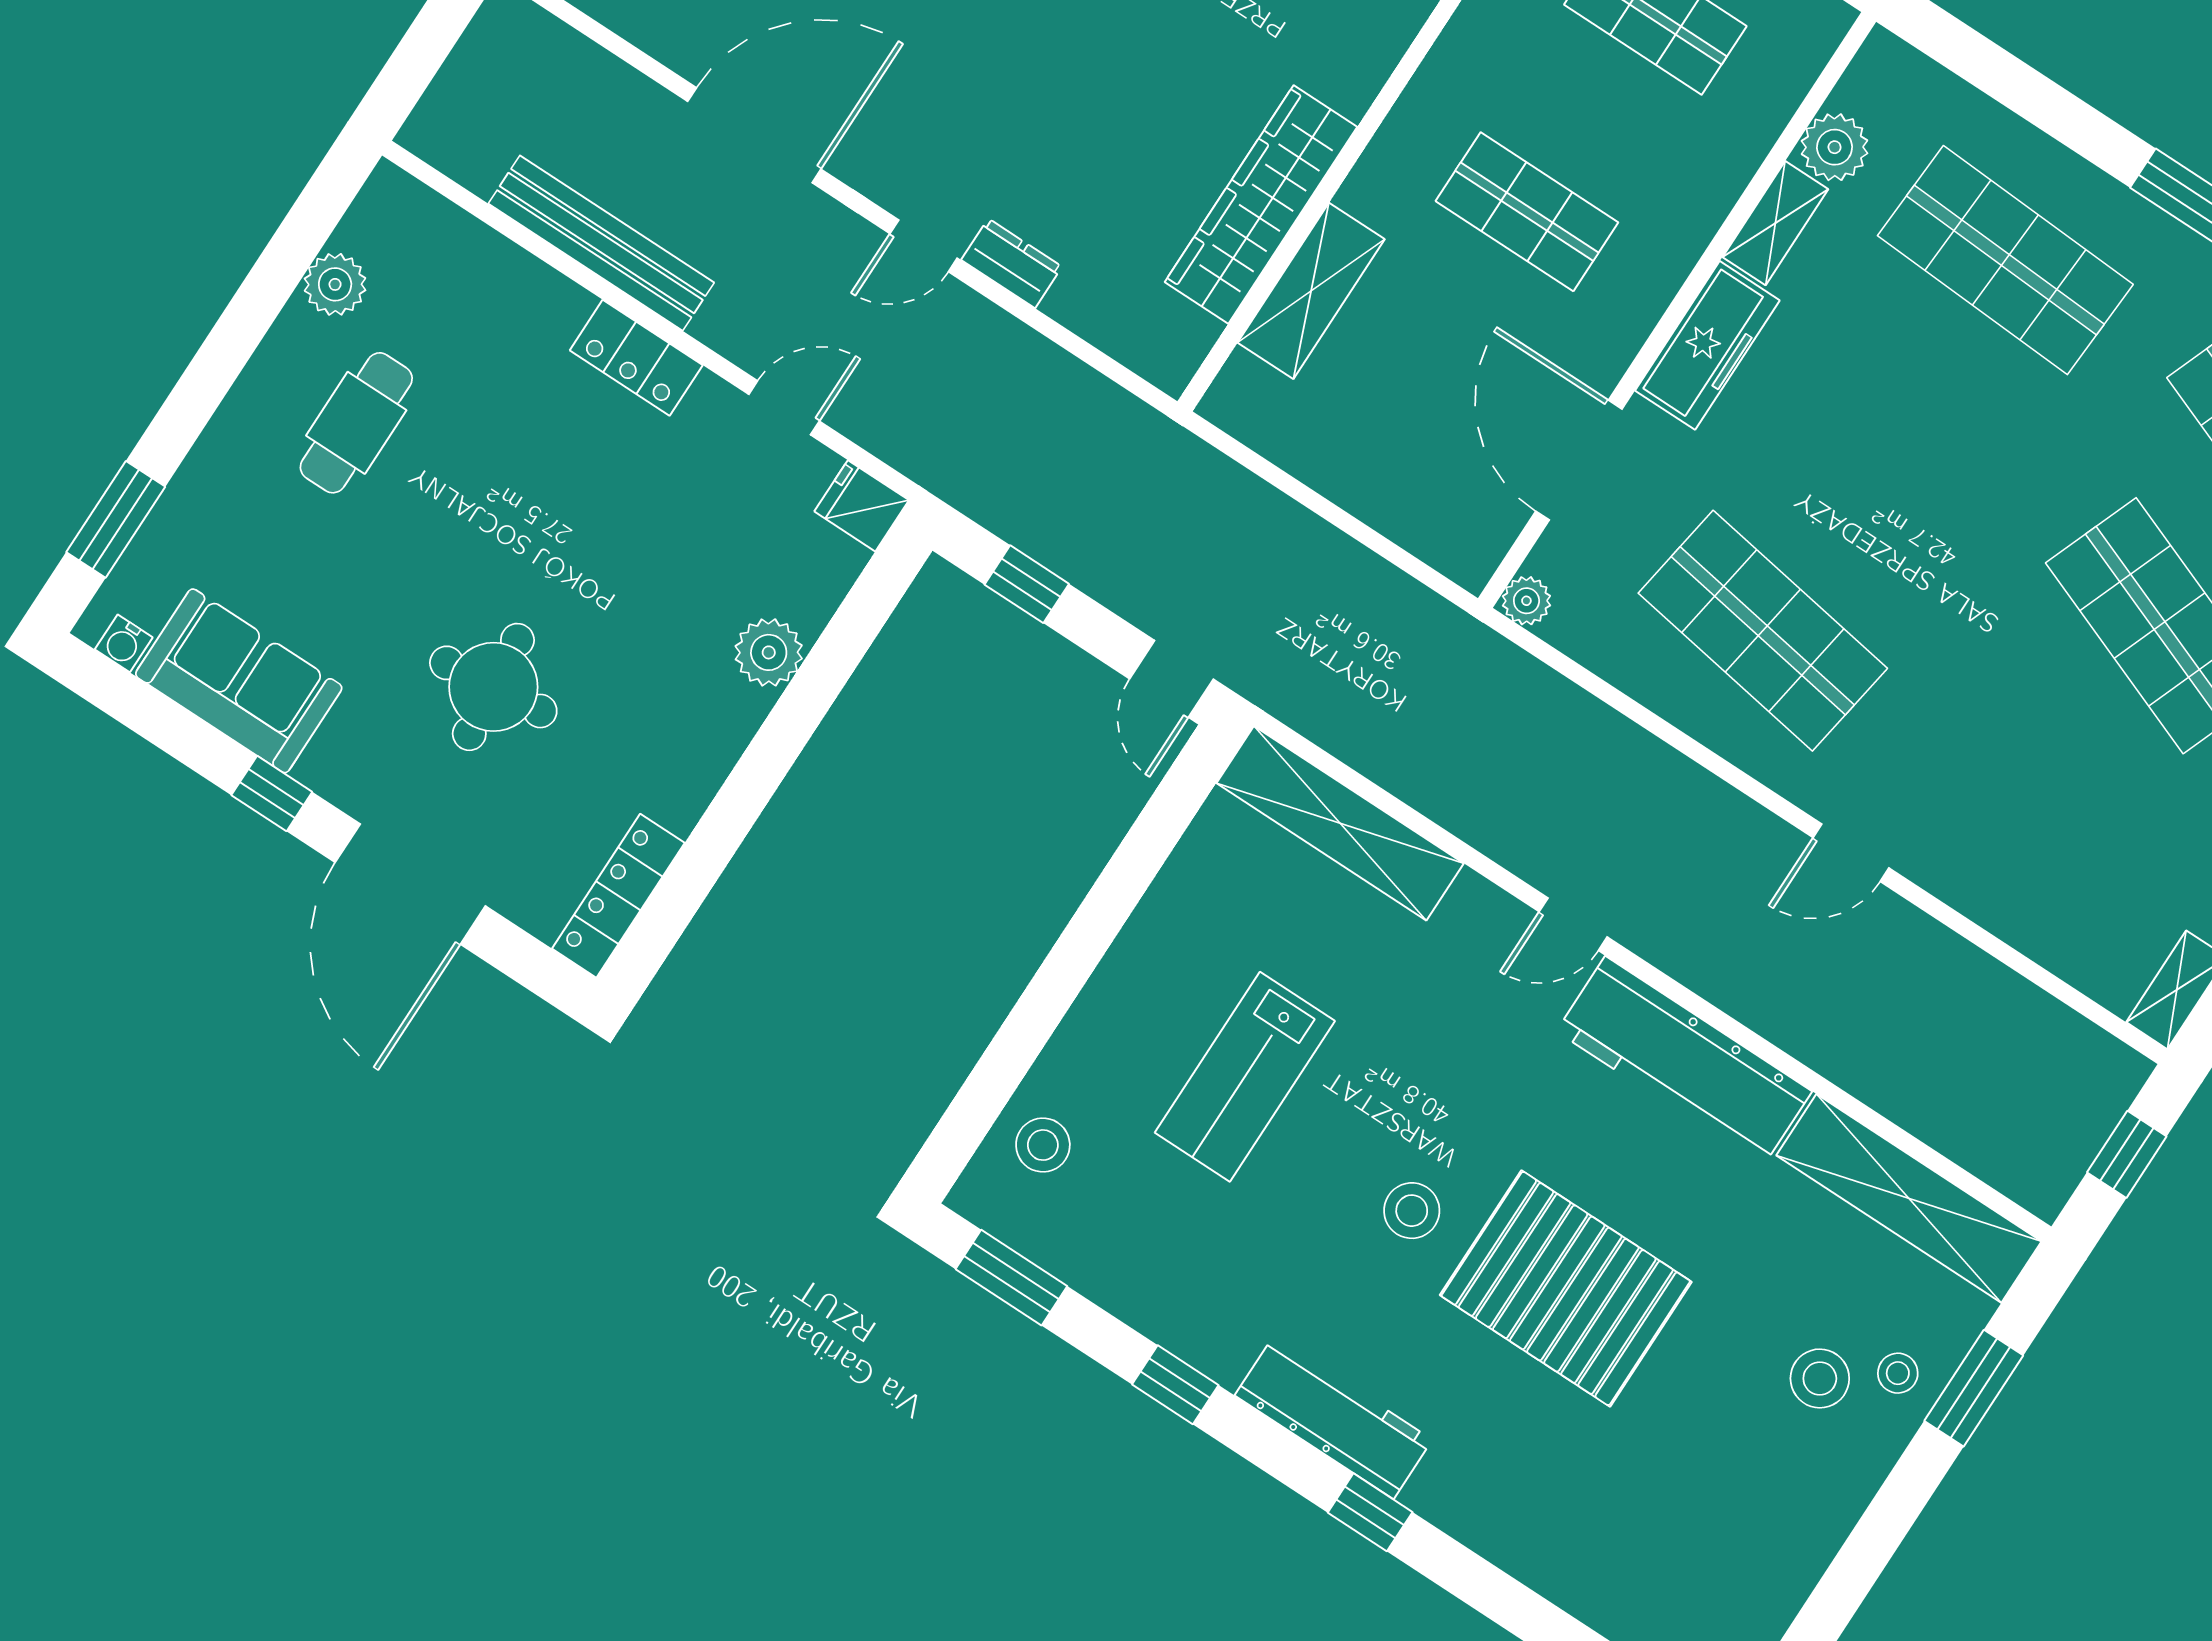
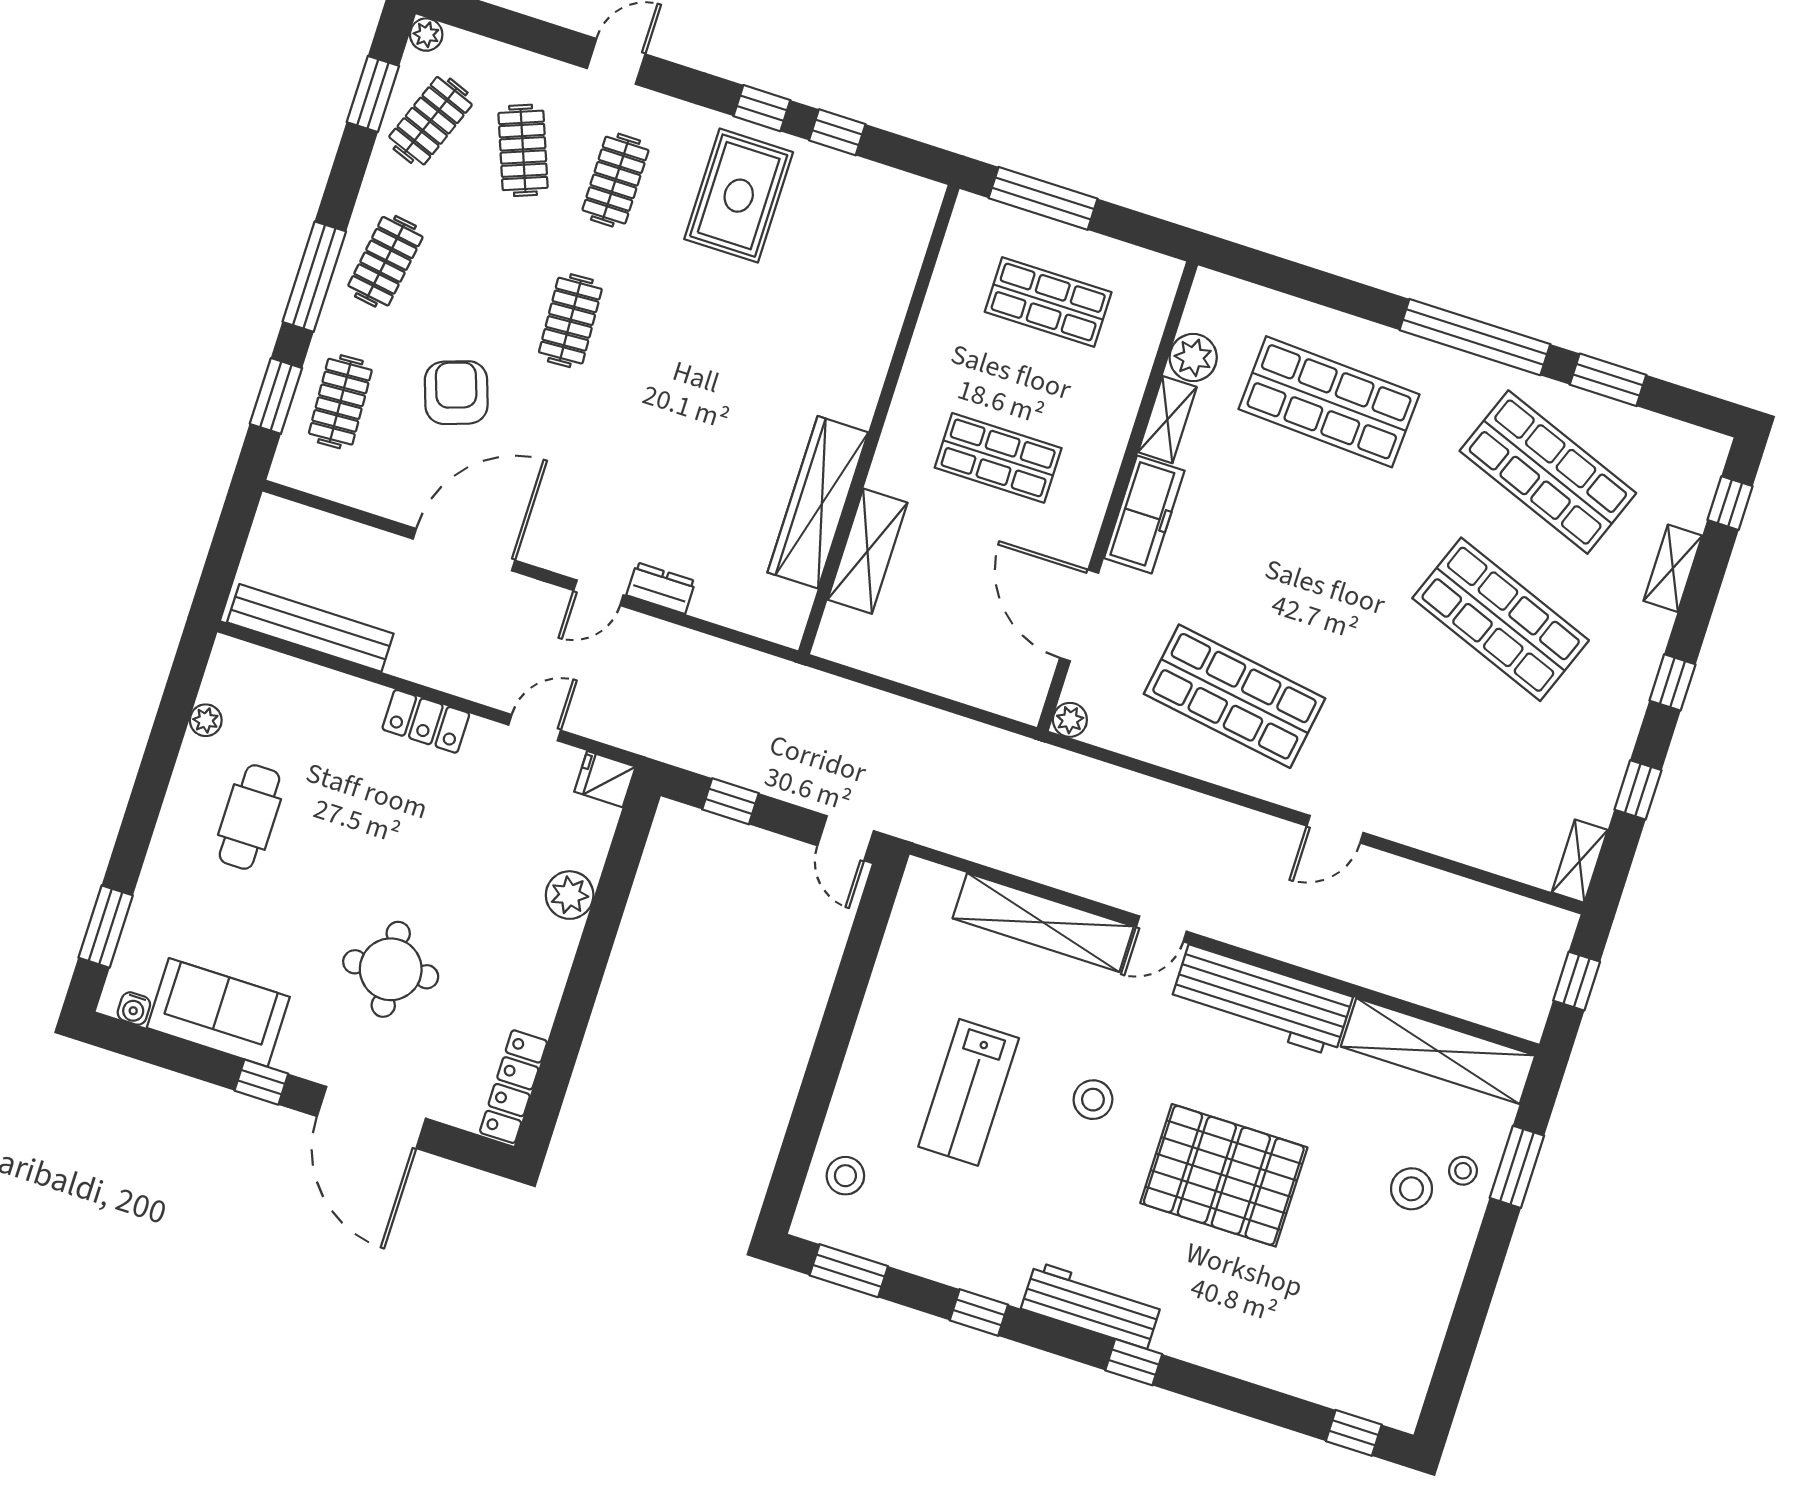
bench: (601, 243) -> (310, 628), moved
plant: (335, 284) -> (206, 720), width x0.73, depth x0.73
shelving: (1340, 823) -> (1043, 922), moved
stool: (1412, 1211) -> (1093, 1100), moved

